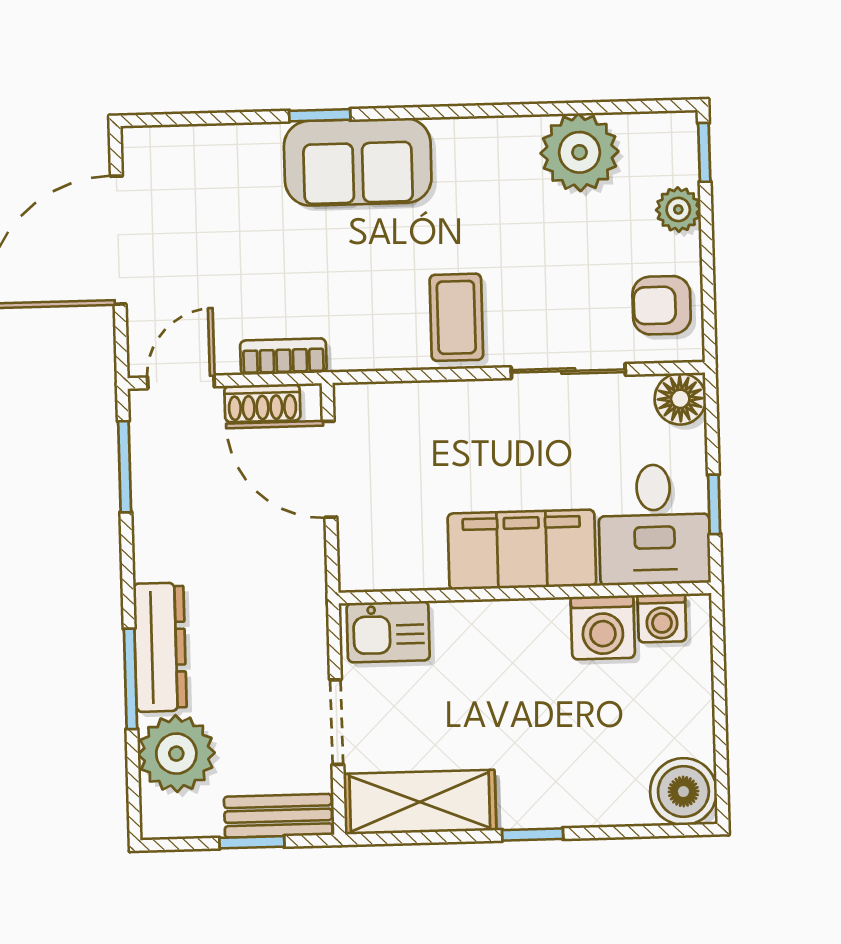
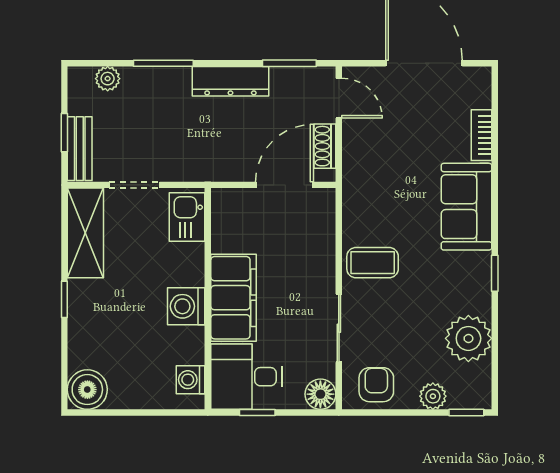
window: (320, 115) -> (495, 273), moved
bookcase: (283, 357) -> (481, 135), moved, turned 180
washing machine: (603, 627) -> (186, 306), moved
dresser: (160, 647) -> (230, 81), moved
plant: (176, 754) -> (108, 79), width x0.53, depth x0.53

